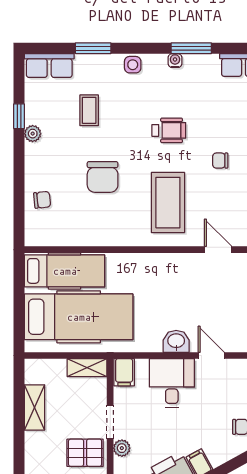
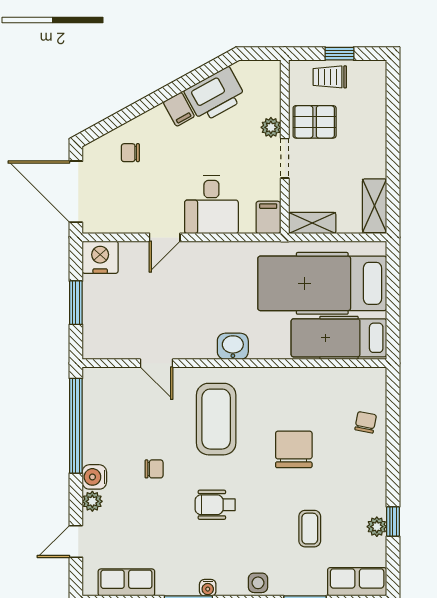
plant: (33, 134) -> (377, 527), moved
chair: (42, 200) -> (366, 422), turned 107
washbasin: (176, 341) -> (233, 346), moved, turned 180
door: (211, 356) -> (165, 237), hinge flipped
shelving: (35, 407) -> (375, 206), moved

